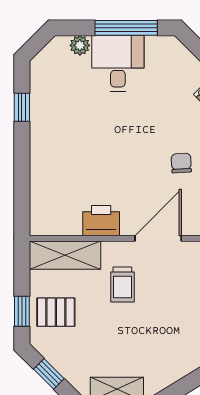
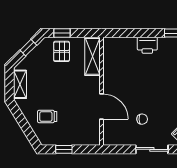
printer: (101, 221) -> (147, 45), moved, turned 90
trolley: (122, 284) -> (47, 117), moved

